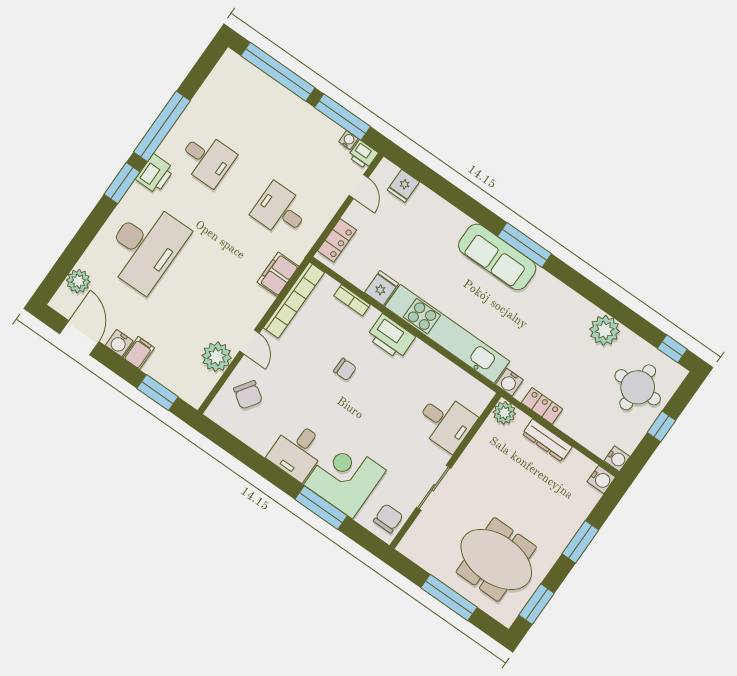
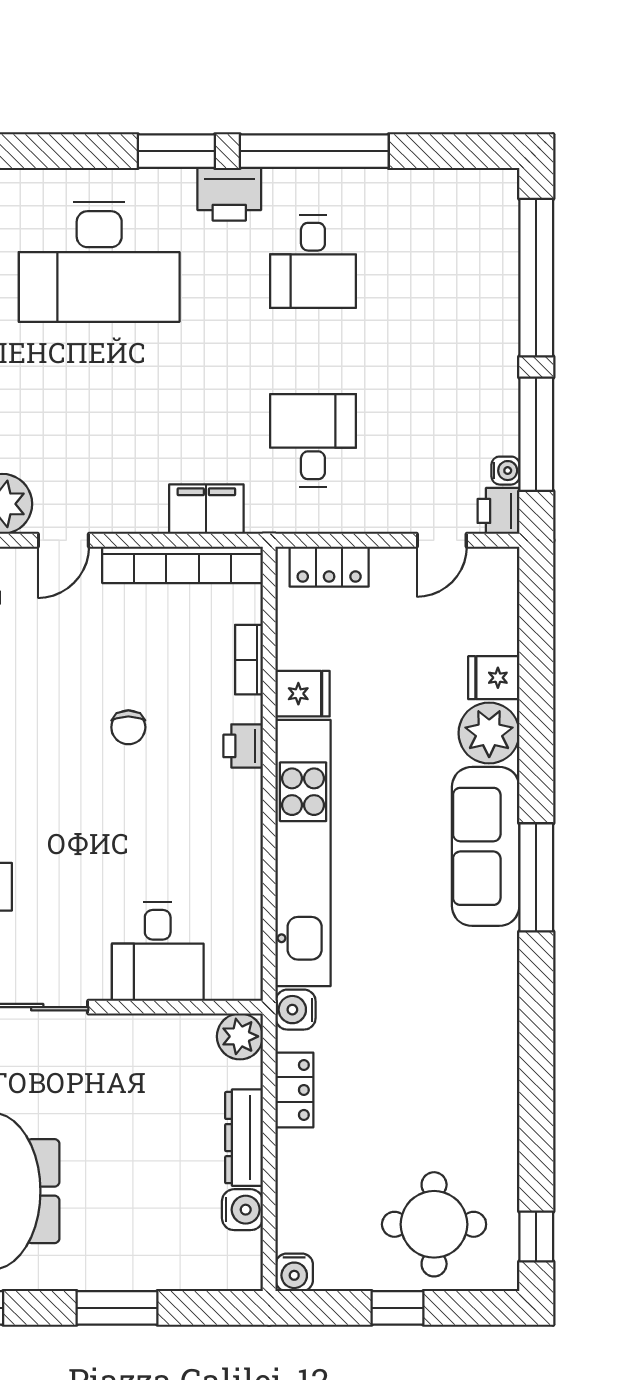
fridge: (403, 186) -> (494, 678), moved
plant: (605, 330) -> (489, 733), moved
printer: (391, 337) -> (243, 746), width x0.53, depth x0.68
water cooler: (601, 479) -> (242, 1210), moved, turned -90

